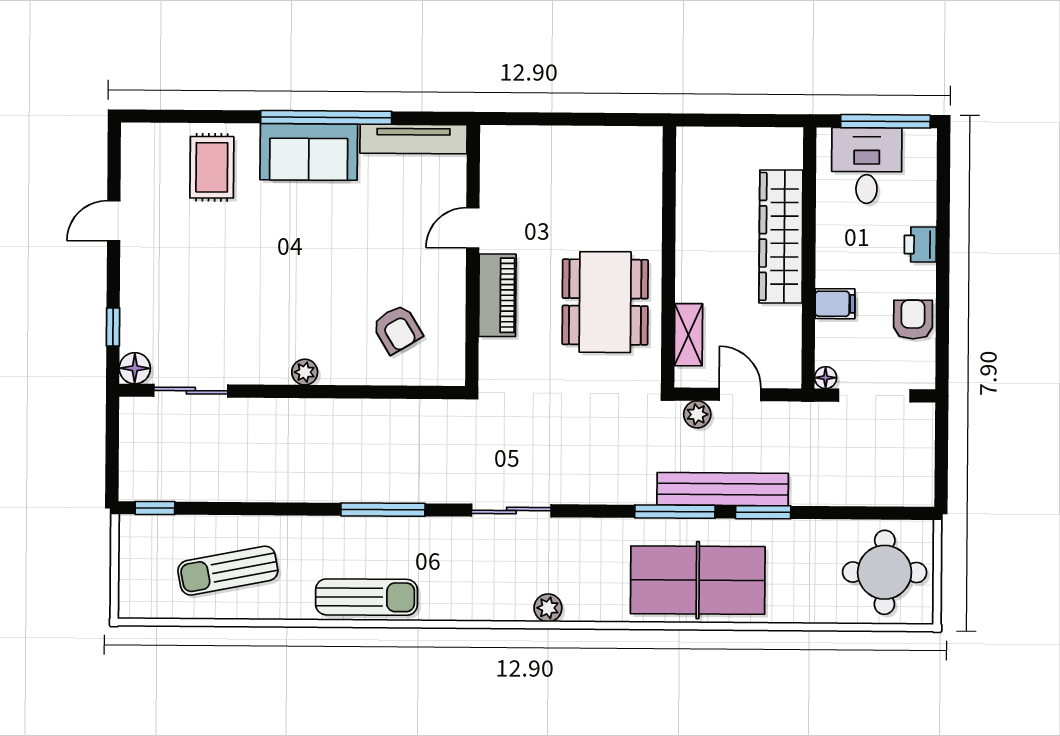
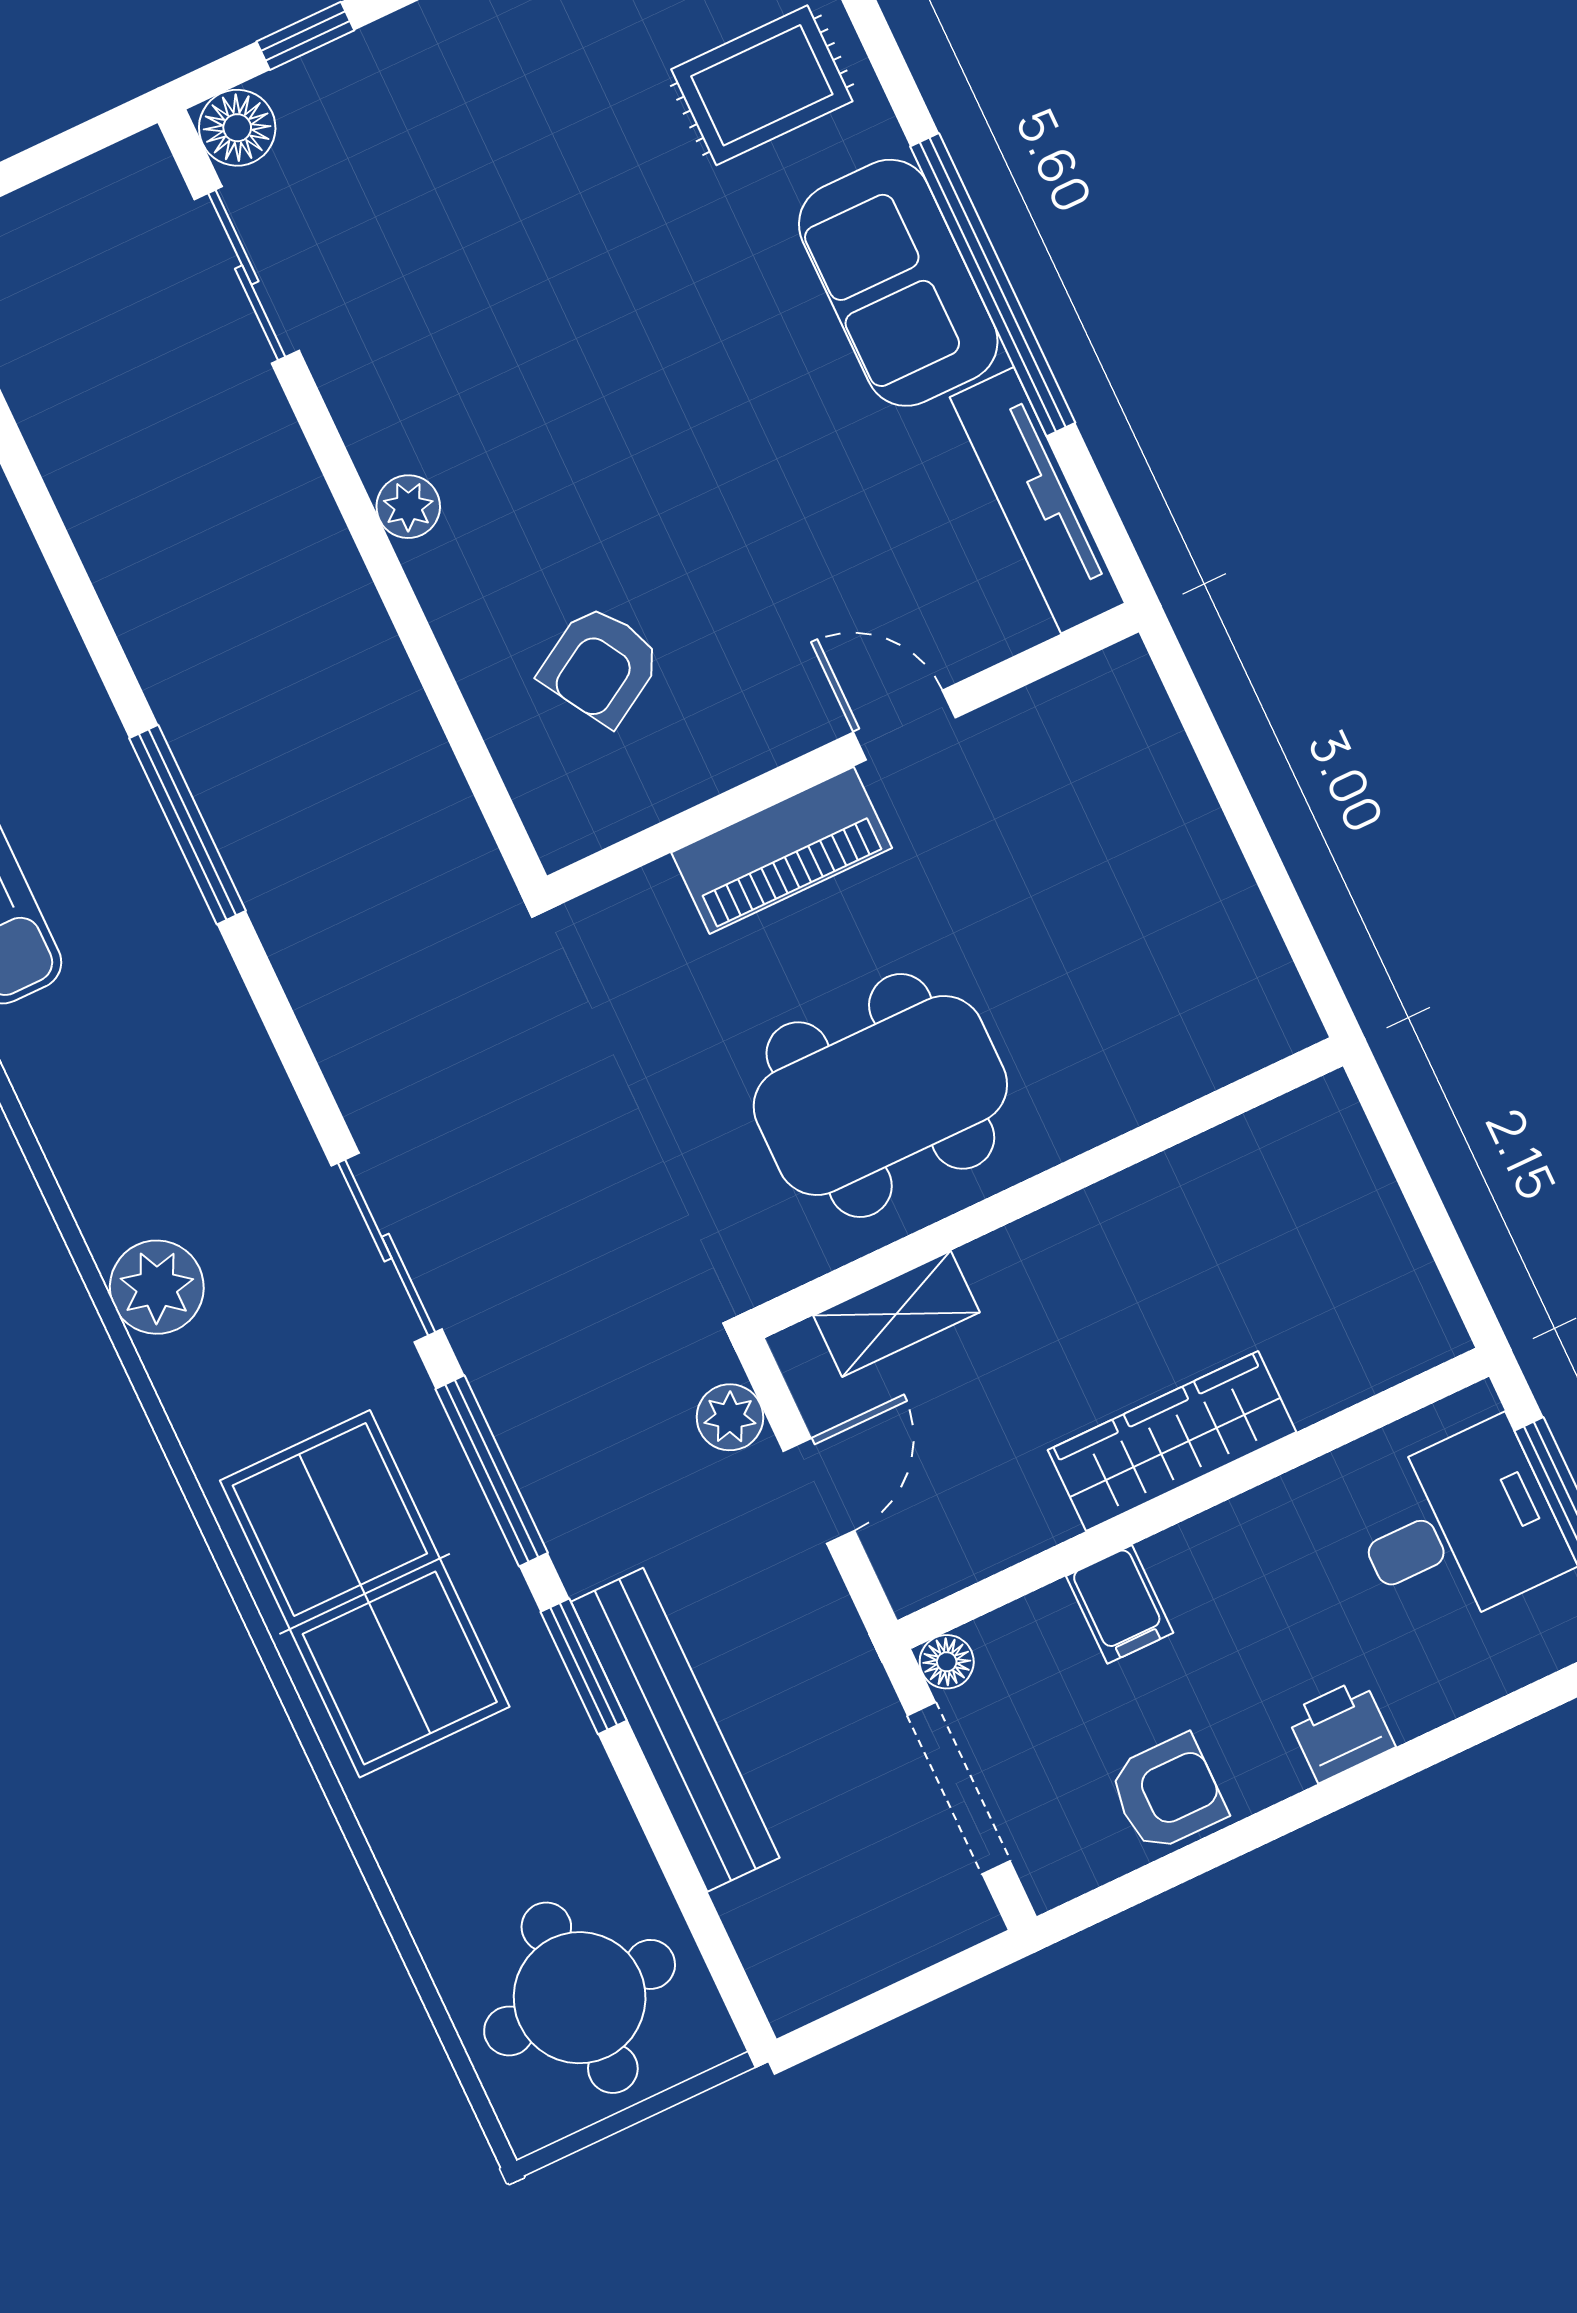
wardrobe: (781, 237) -> (1172, 1441), width x0.71, depth x0.85
bench: (723, 489) -> (675, 1730), moved
sliding door: (511, 510) -> (387, 1248), moved
plant: (548, 608) -> (157, 1287), width x1.38, depth x1.38

